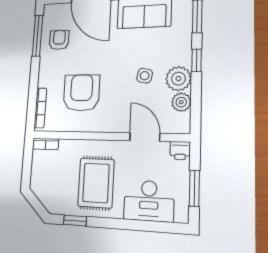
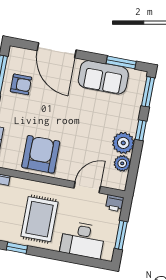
armchair: (59, 40) -> (21, 84), turned 90
side table: (145, 76) -> (95, 134), removed
armchair: (81, 93) -> (41, 154), moved
door: (145, 137) -> (87, 187), hinge flipped

